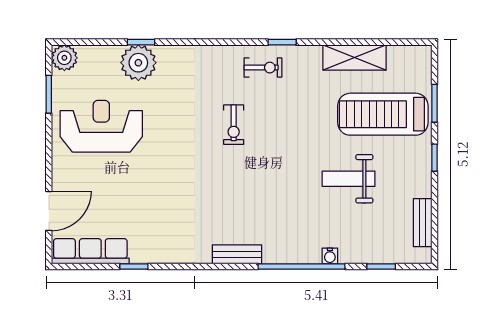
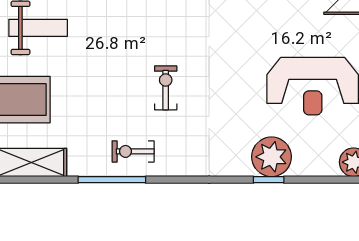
window: (282, 42) -> (112, 180), width x2.17

